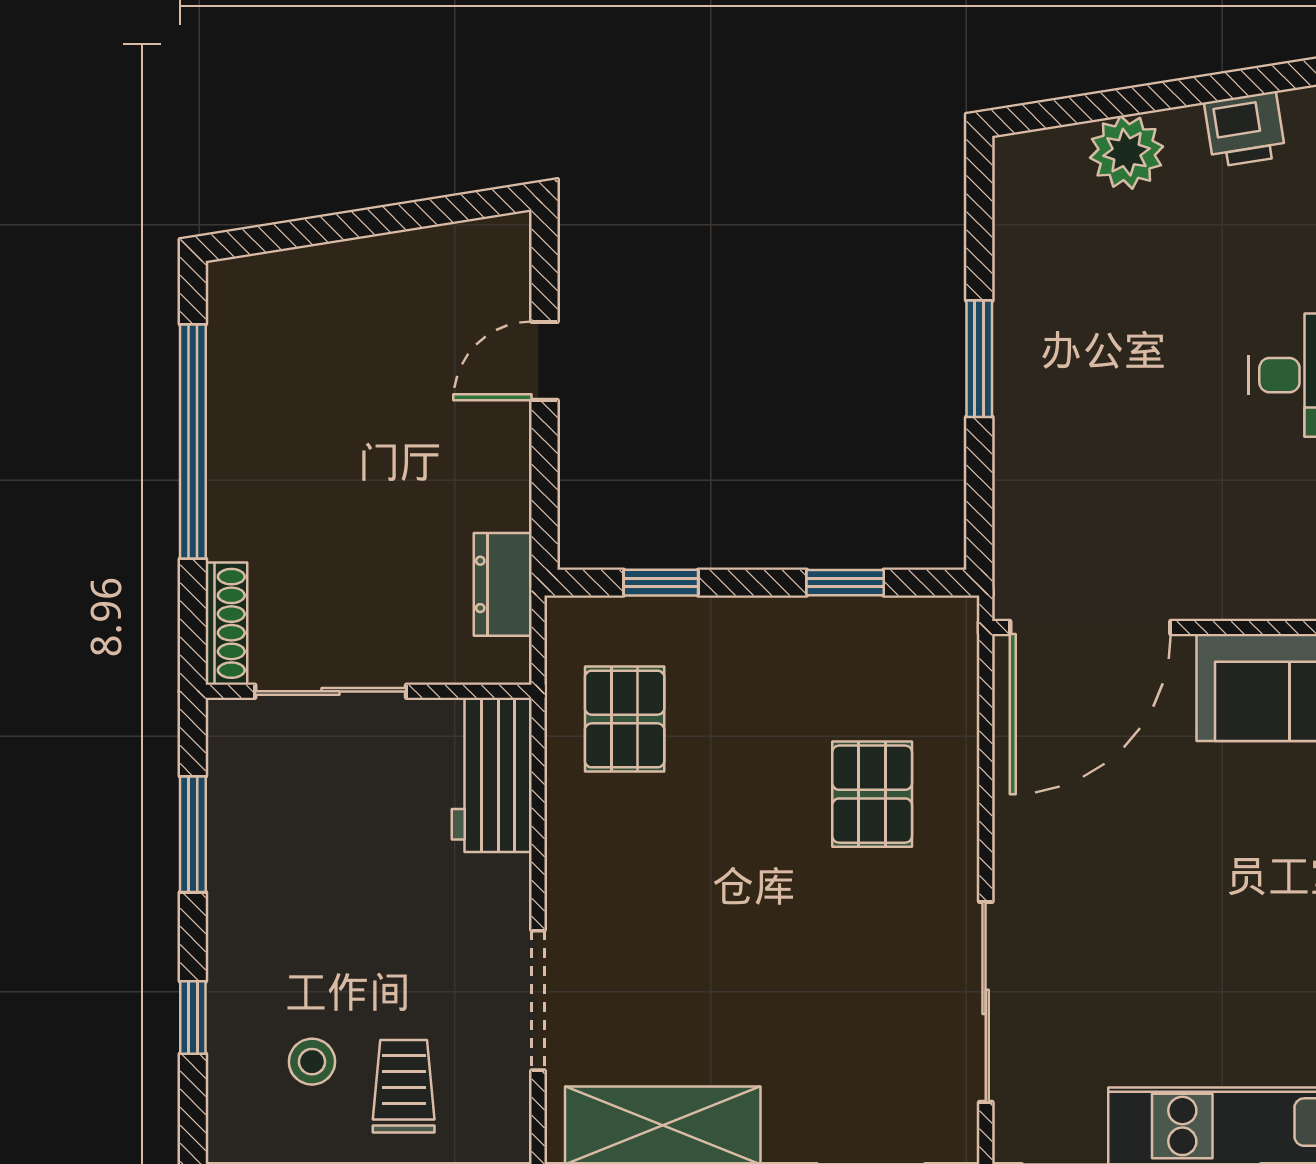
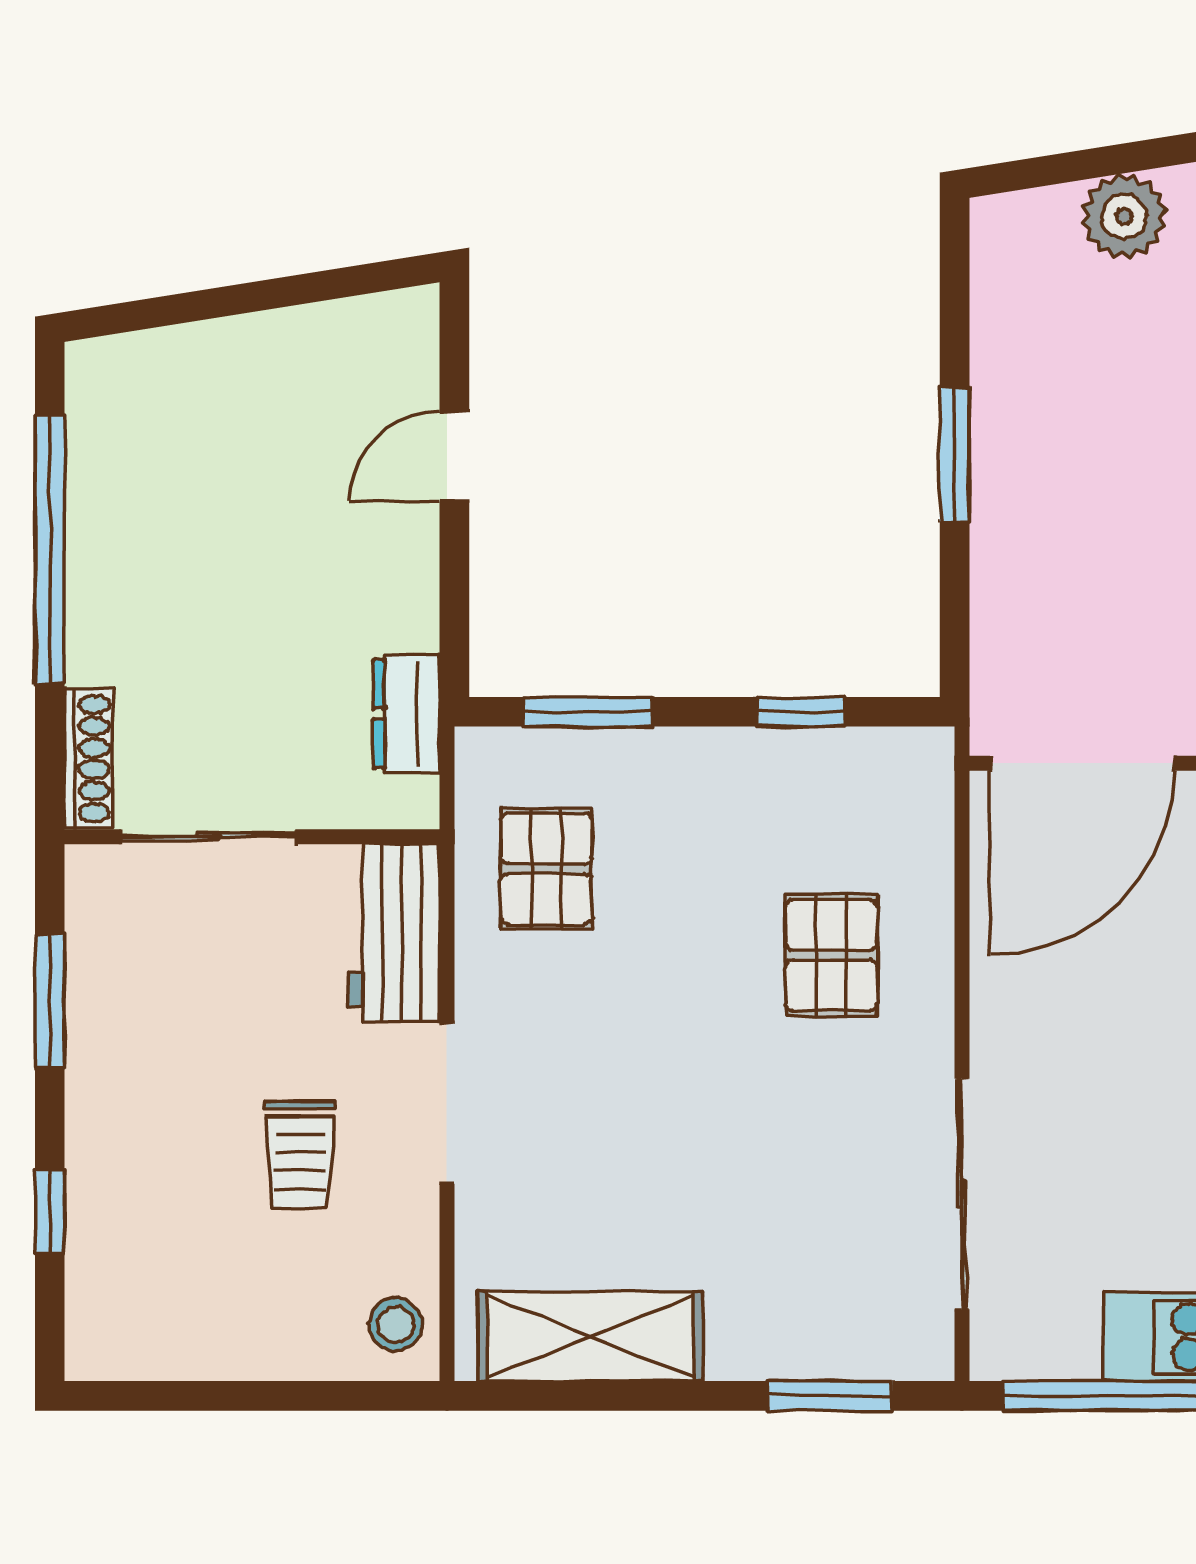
window: (661, 583) -> (588, 712), width x1.50
doorway: (538, 1000) -> (447, 1103), moved
stool: (312, 1062) -> (395, 1324), moved
trolley: (404, 1086) -> (300, 1154), moved, turned 180

